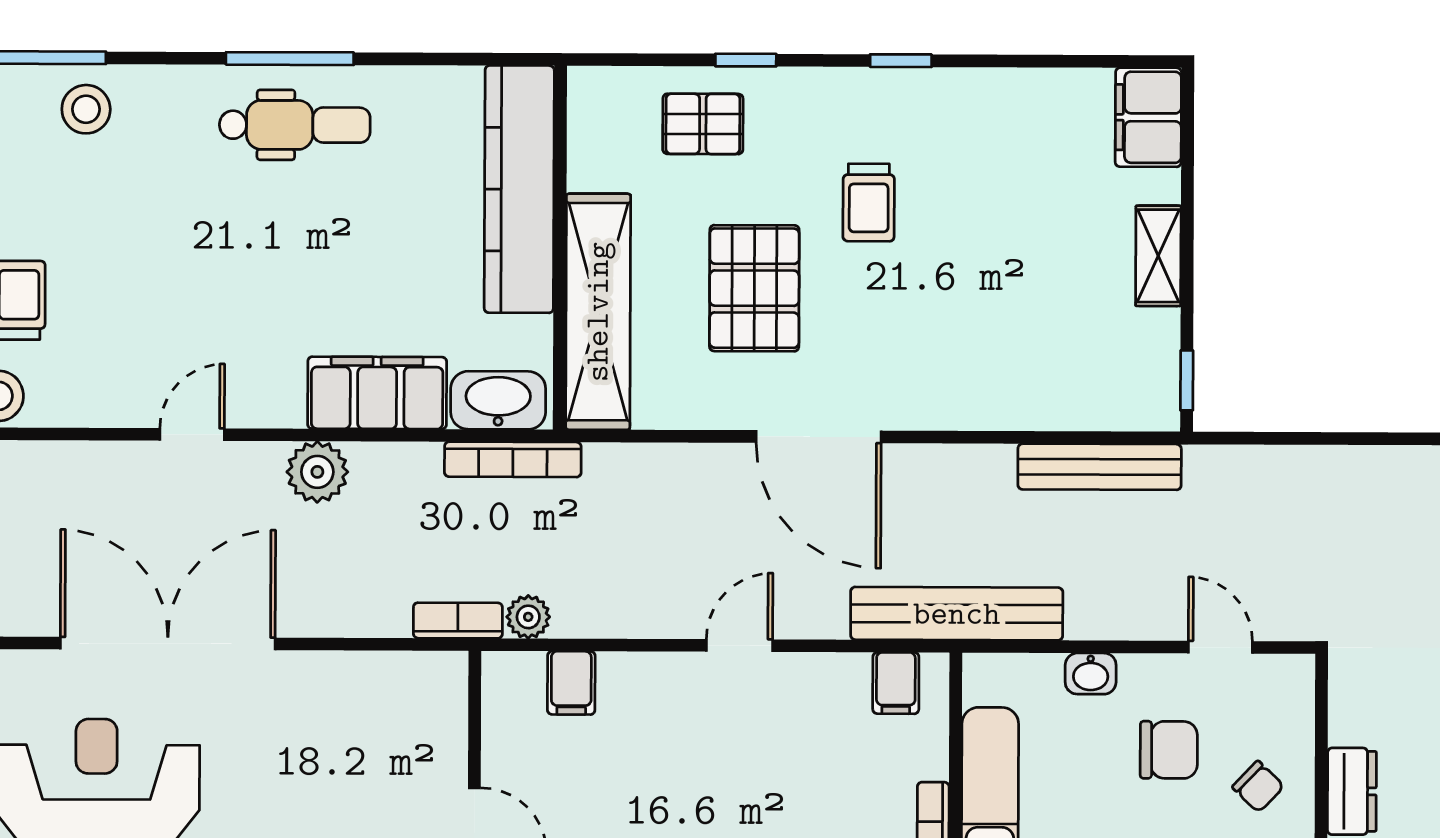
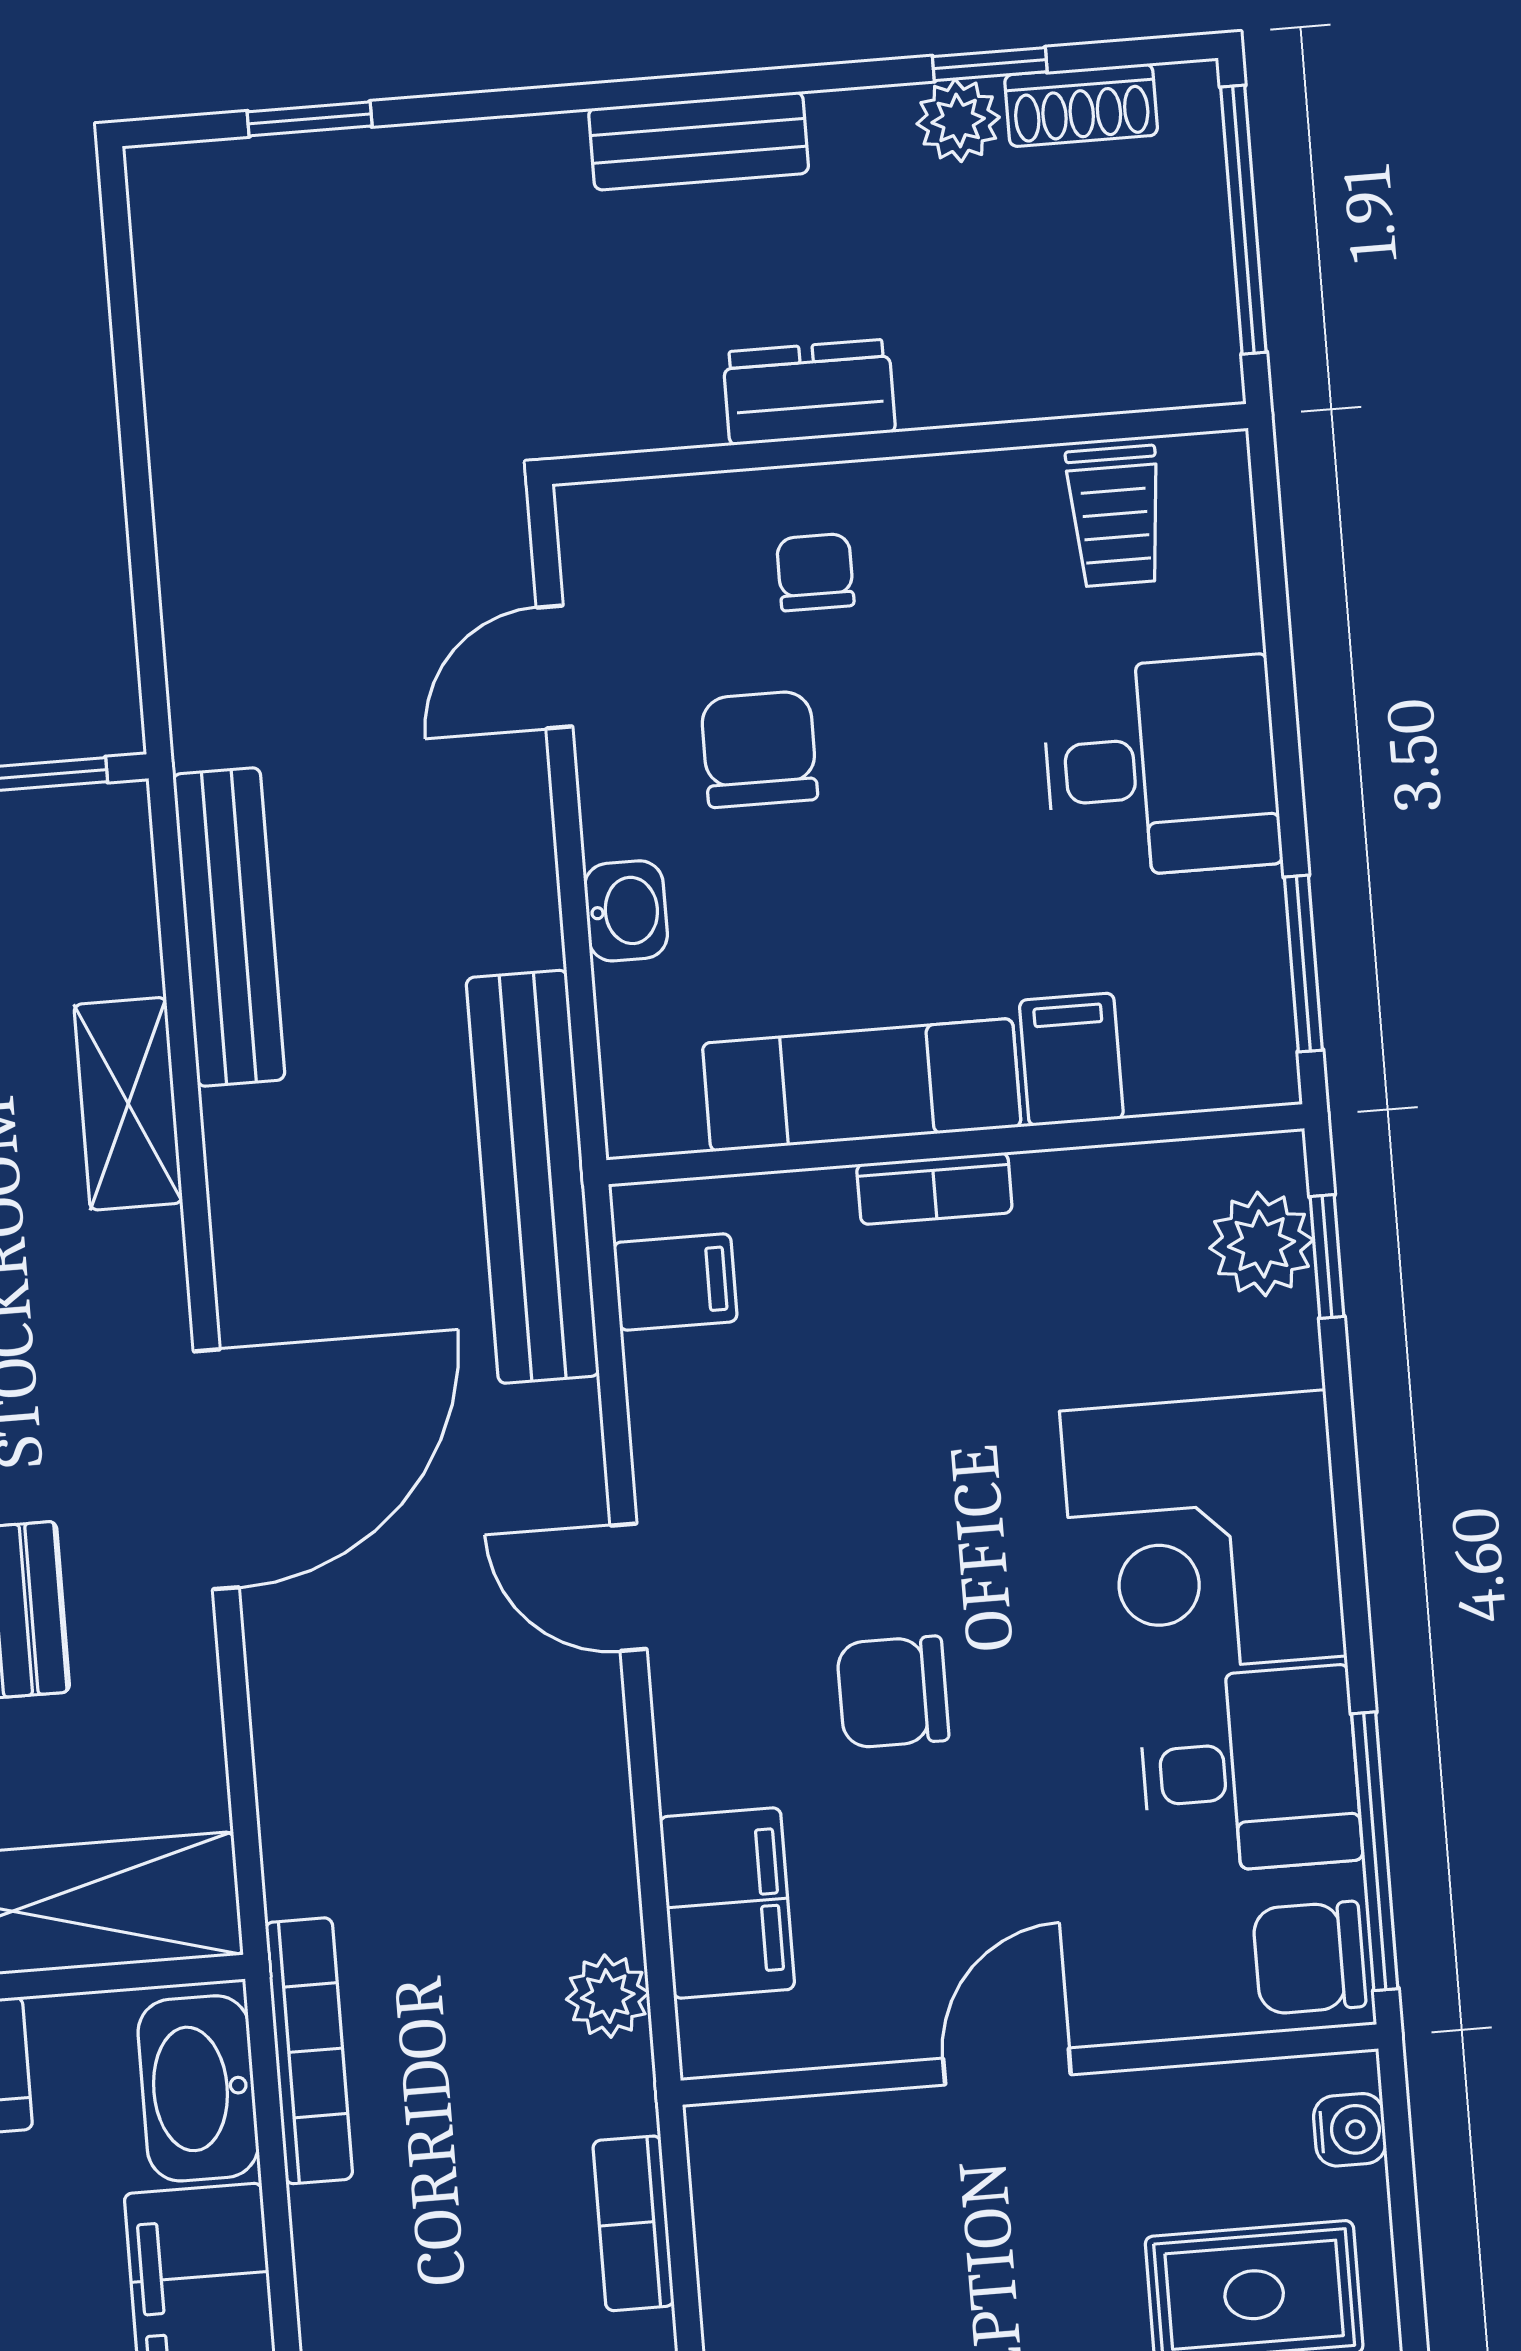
shelving: (1012, 407) -> (128, 1104), added
bookcase: (458, 620) -> (633, 2223), moved
filing cabinet: (571, 683) -> (727, 1903), width x2.00
chair: (674, 778) -> (893, 1692), added
chair: (1258, 787) -> (815, 572), turned -44

